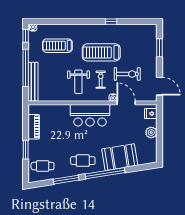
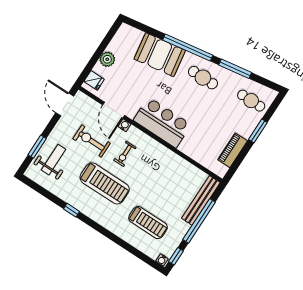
weight bench: (78, 82) -> (53, 160), moved

